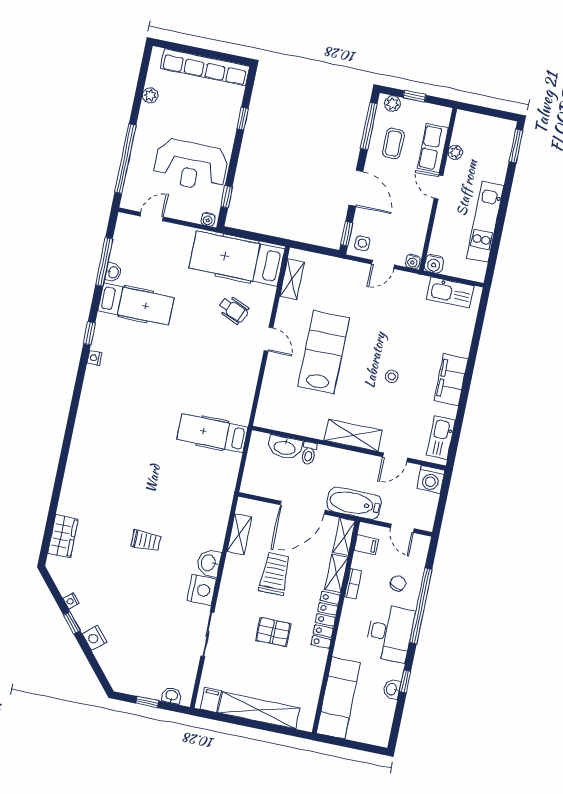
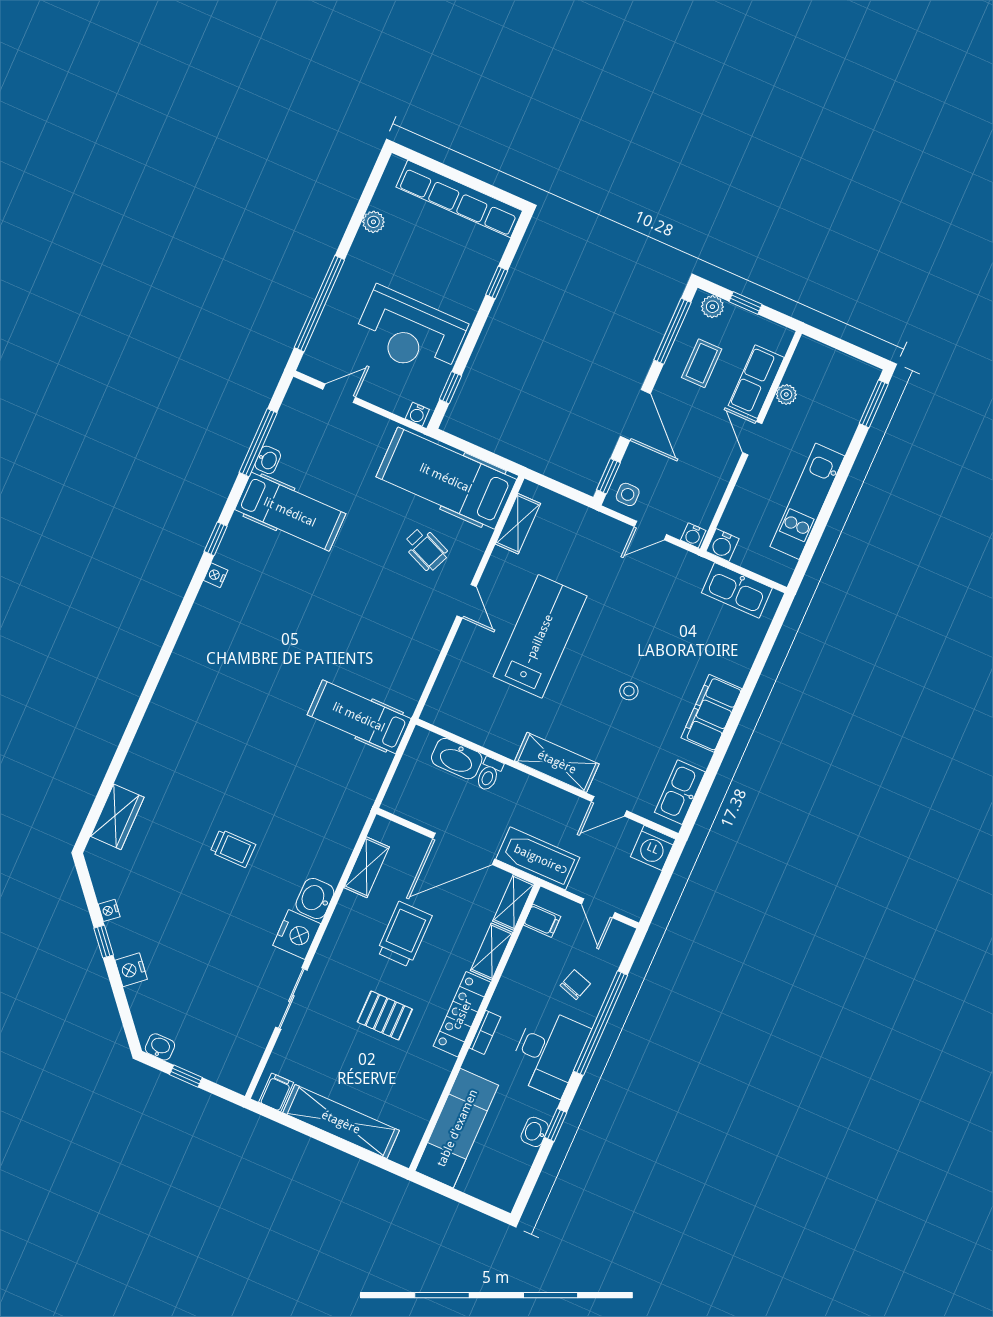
bookcase: (353, 584) -> (485, 1032), moved
washbasin: (172, 696) -> (160, 1047), moved

